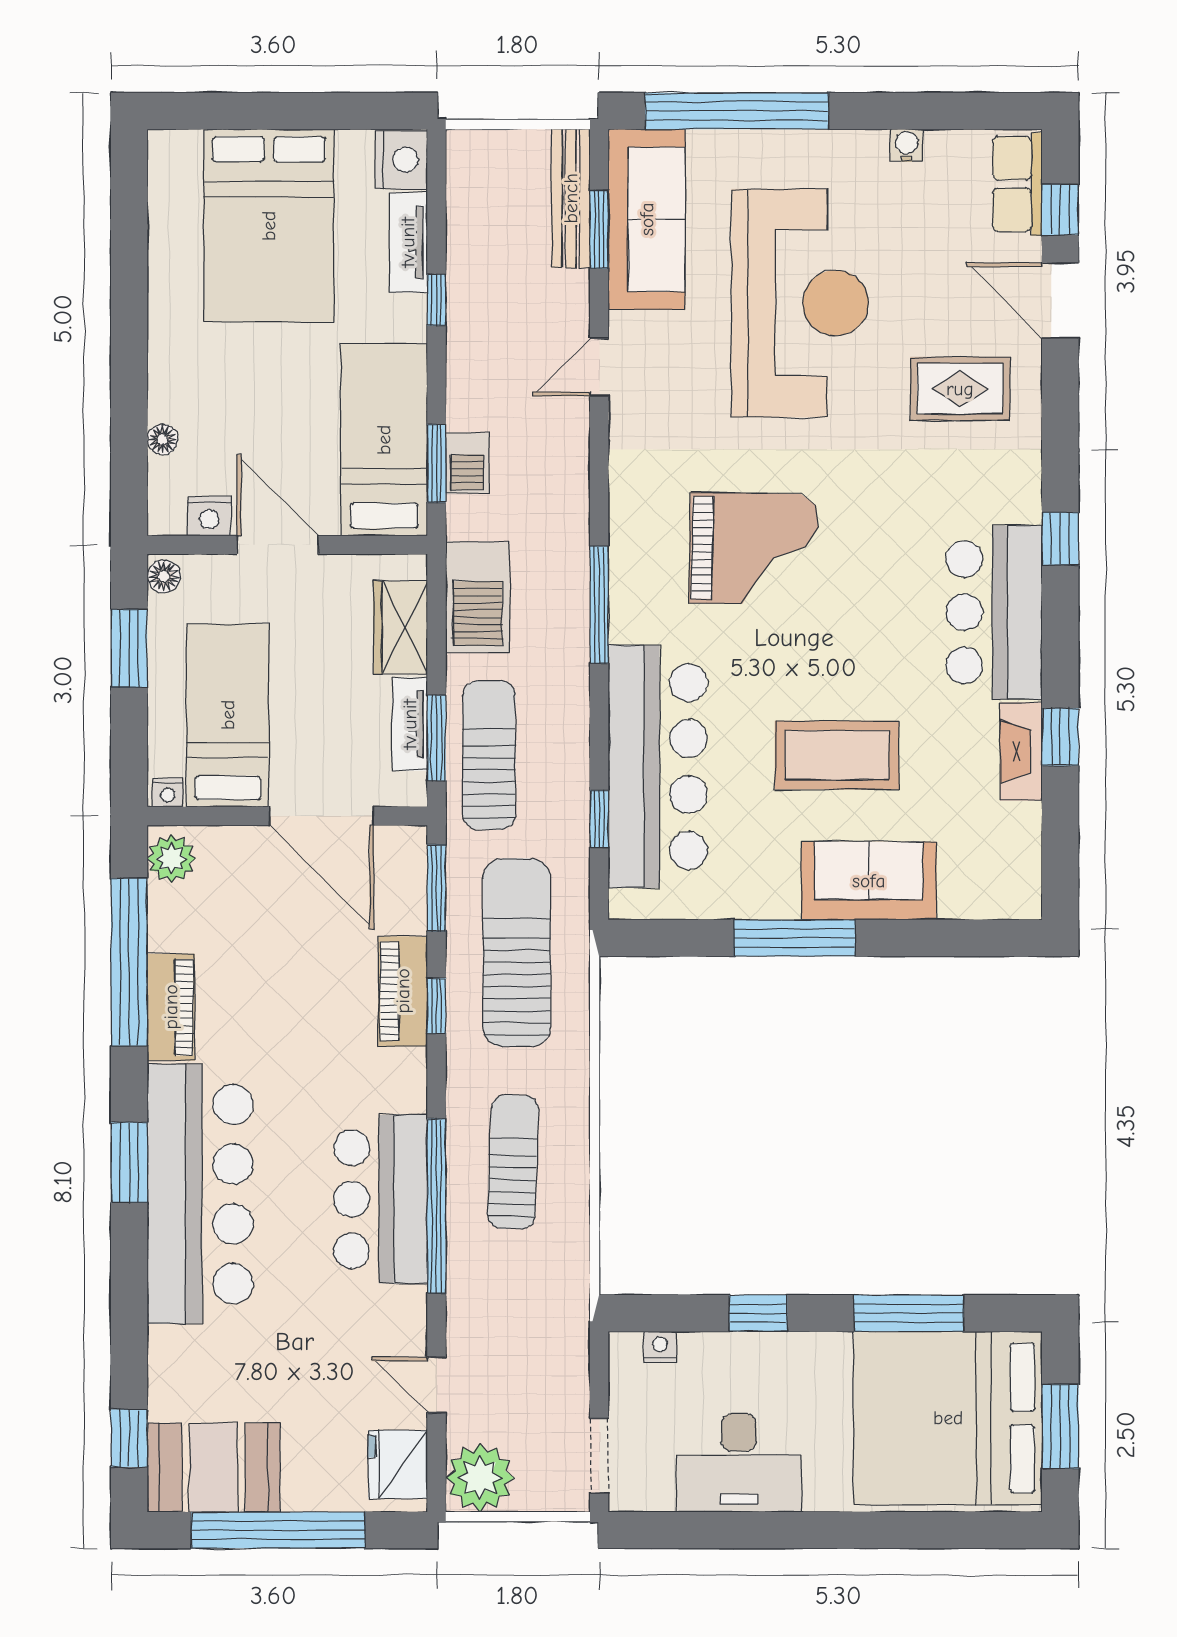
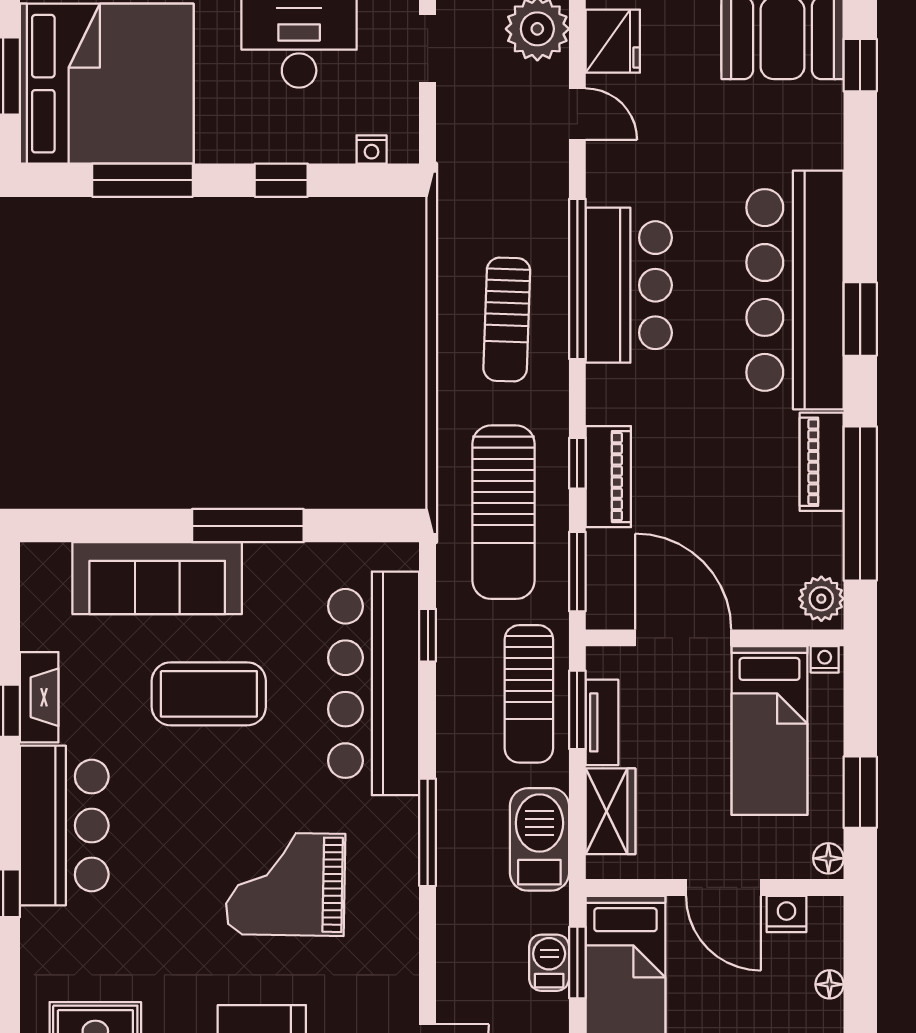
sofa: (869, 881) -> (157, 578), width x1.36

